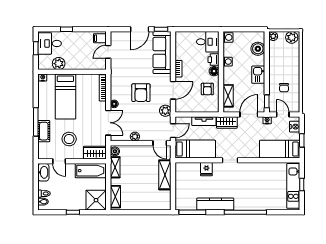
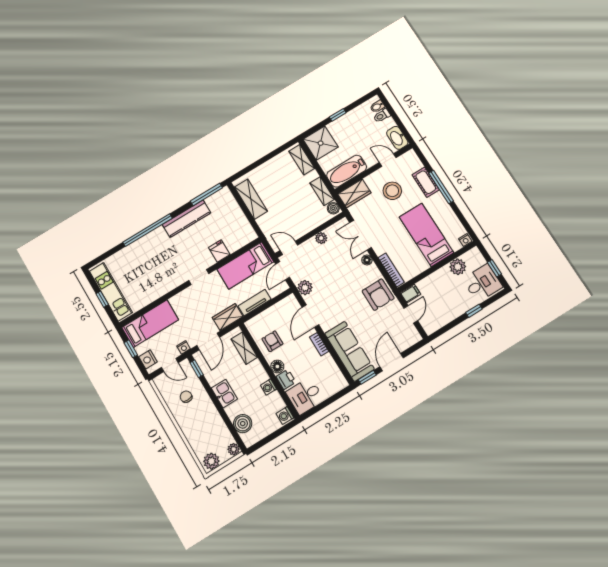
filing cabinet: (100, 38) -> (411, 294), moved
armchair: (141, 93) -> (378, 295), moved, turned 180
shelving: (165, 175) -> (251, 199), moved

